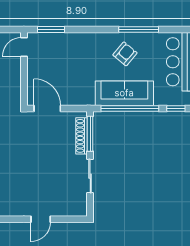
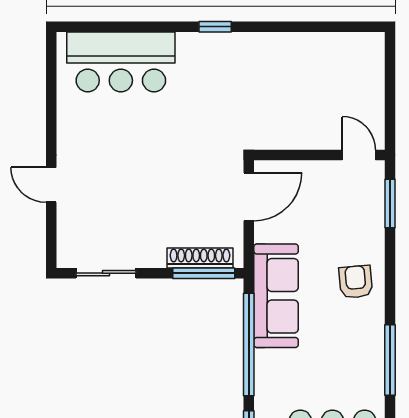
armchair: (125, 54) -> (356, 282), moved, turned -135
sofa: (124, 93) -> (276, 296), moved
sliding door: (90, 176) -> (106, 273), moved

